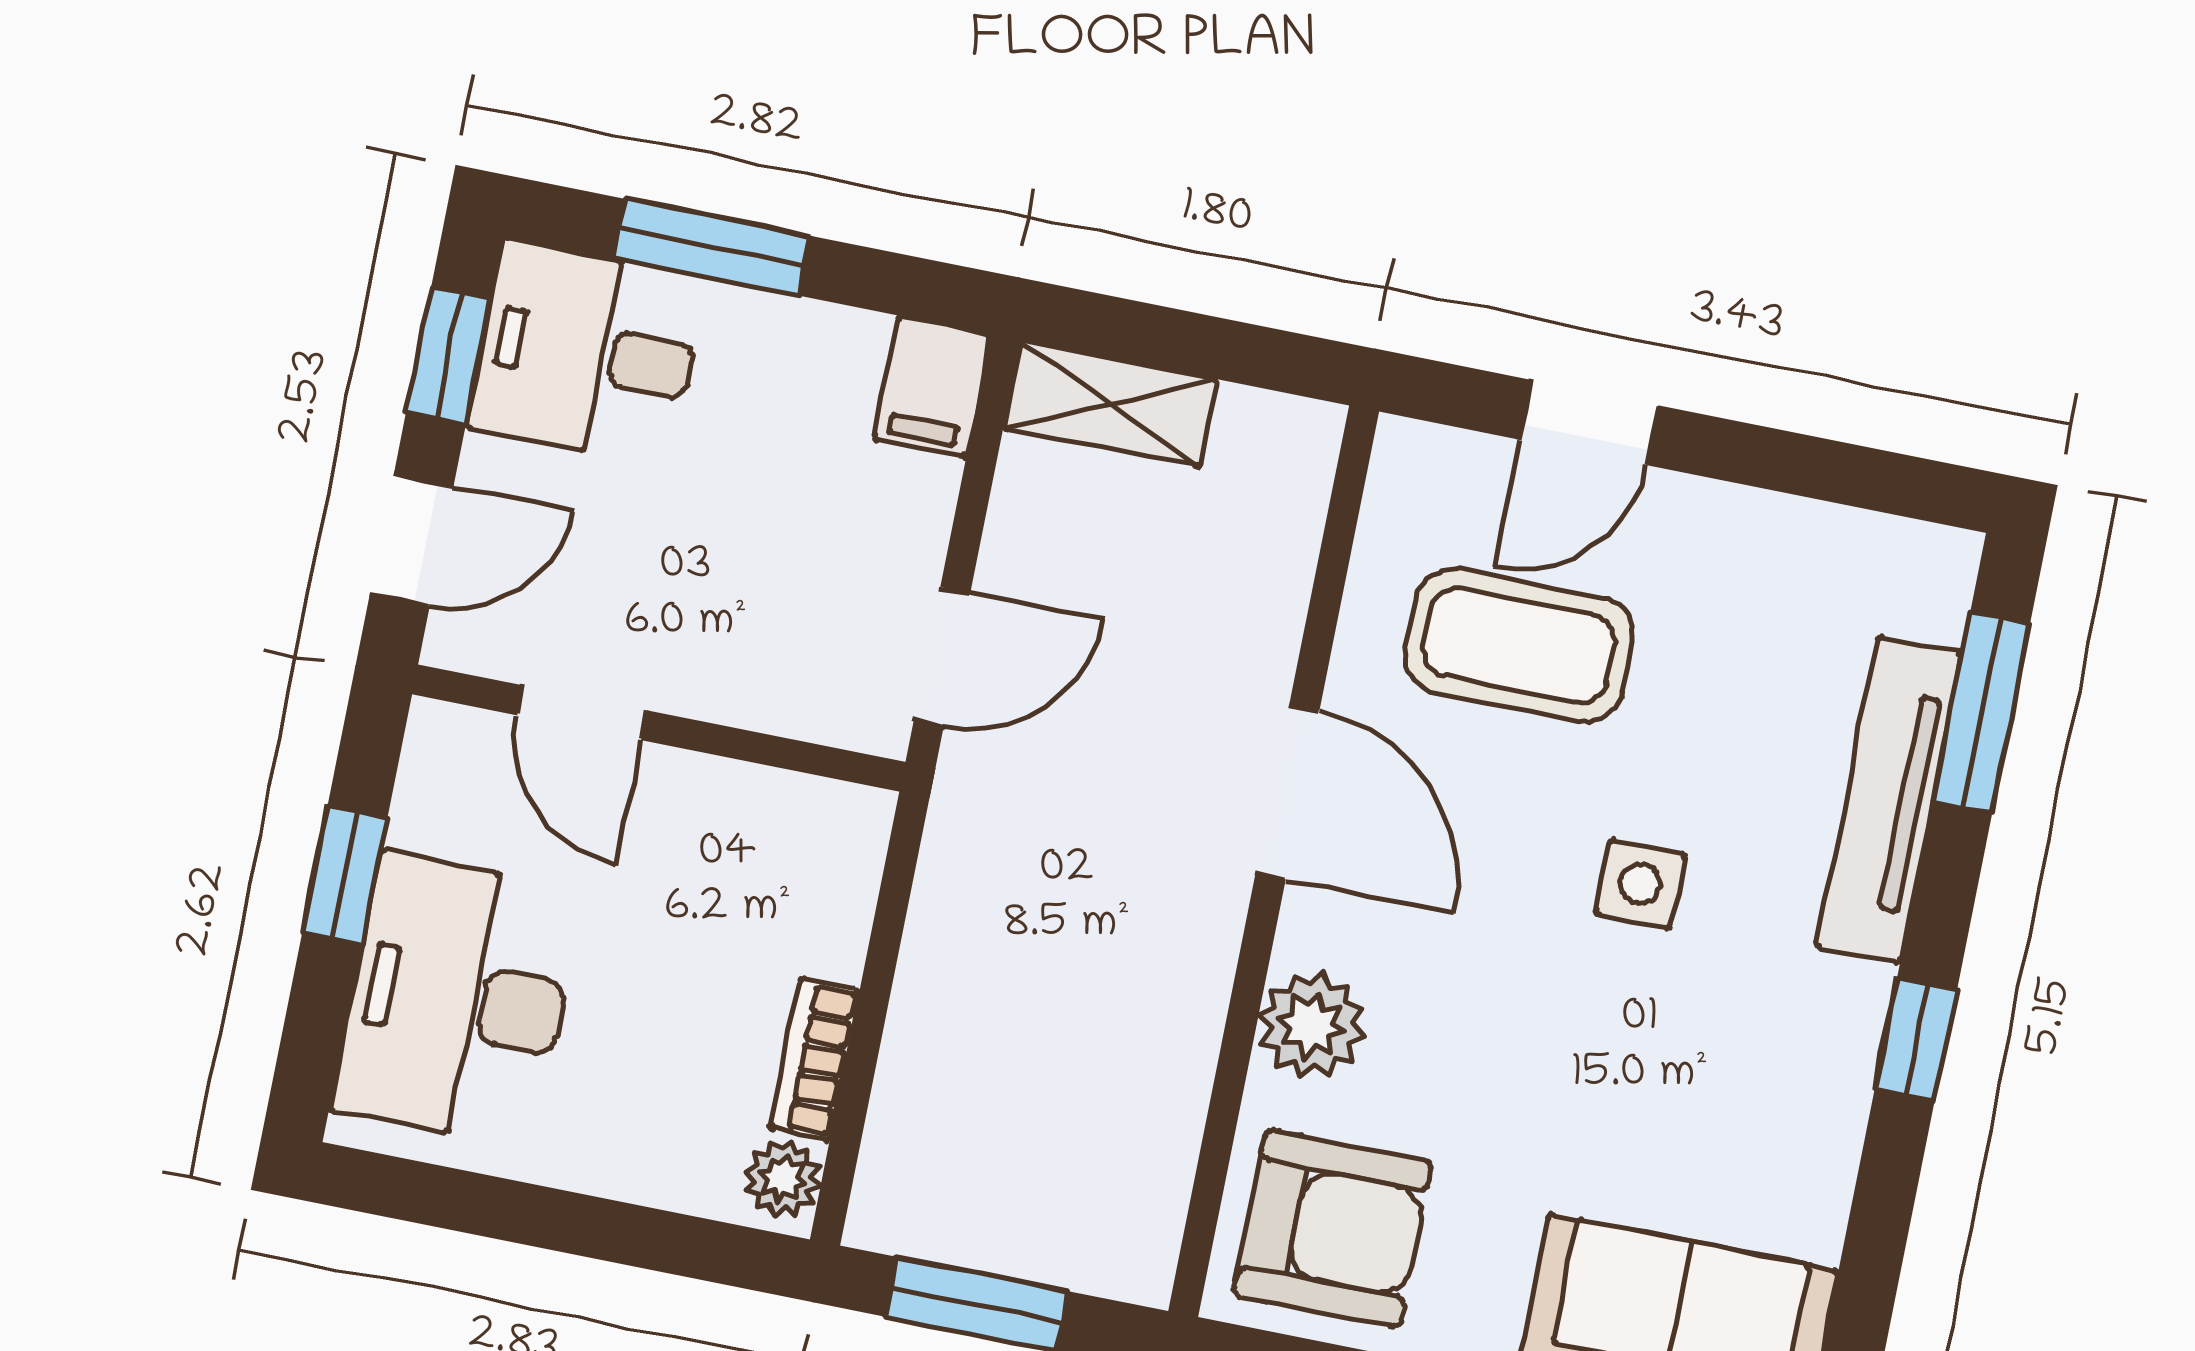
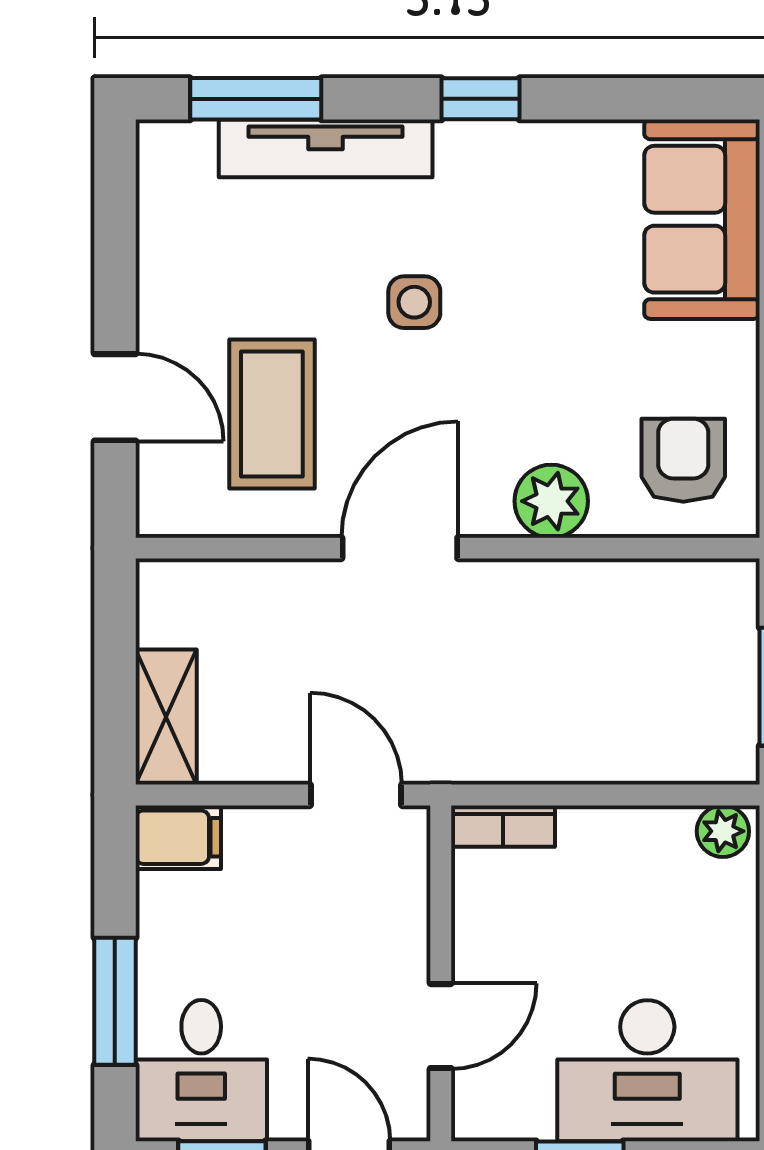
bookcase: (815, 1059) -> (503, 826), moved
armchair: (1333, 1229) -> (683, 460), width x0.72, depth x0.72

